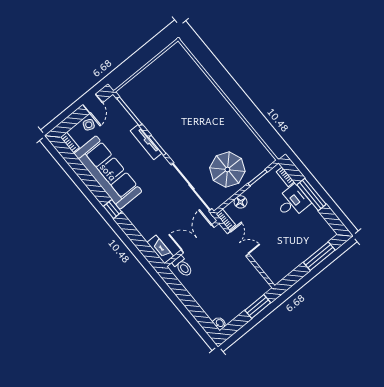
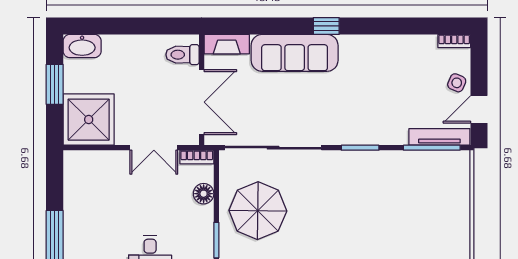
door: (93, 104) -> (479, 109), hinge flipped
tv unit: (146, 142) -> (439, 137), moved
sofa: (108, 172) -> (295, 53), moved, width x0.74, depth x0.79
shower: (250, 286) -> (89, 120), added
window: (258, 307) -> (55, 84), moved
washbasin: (220, 323) -> (82, 46), width x1.91, depth x1.45

